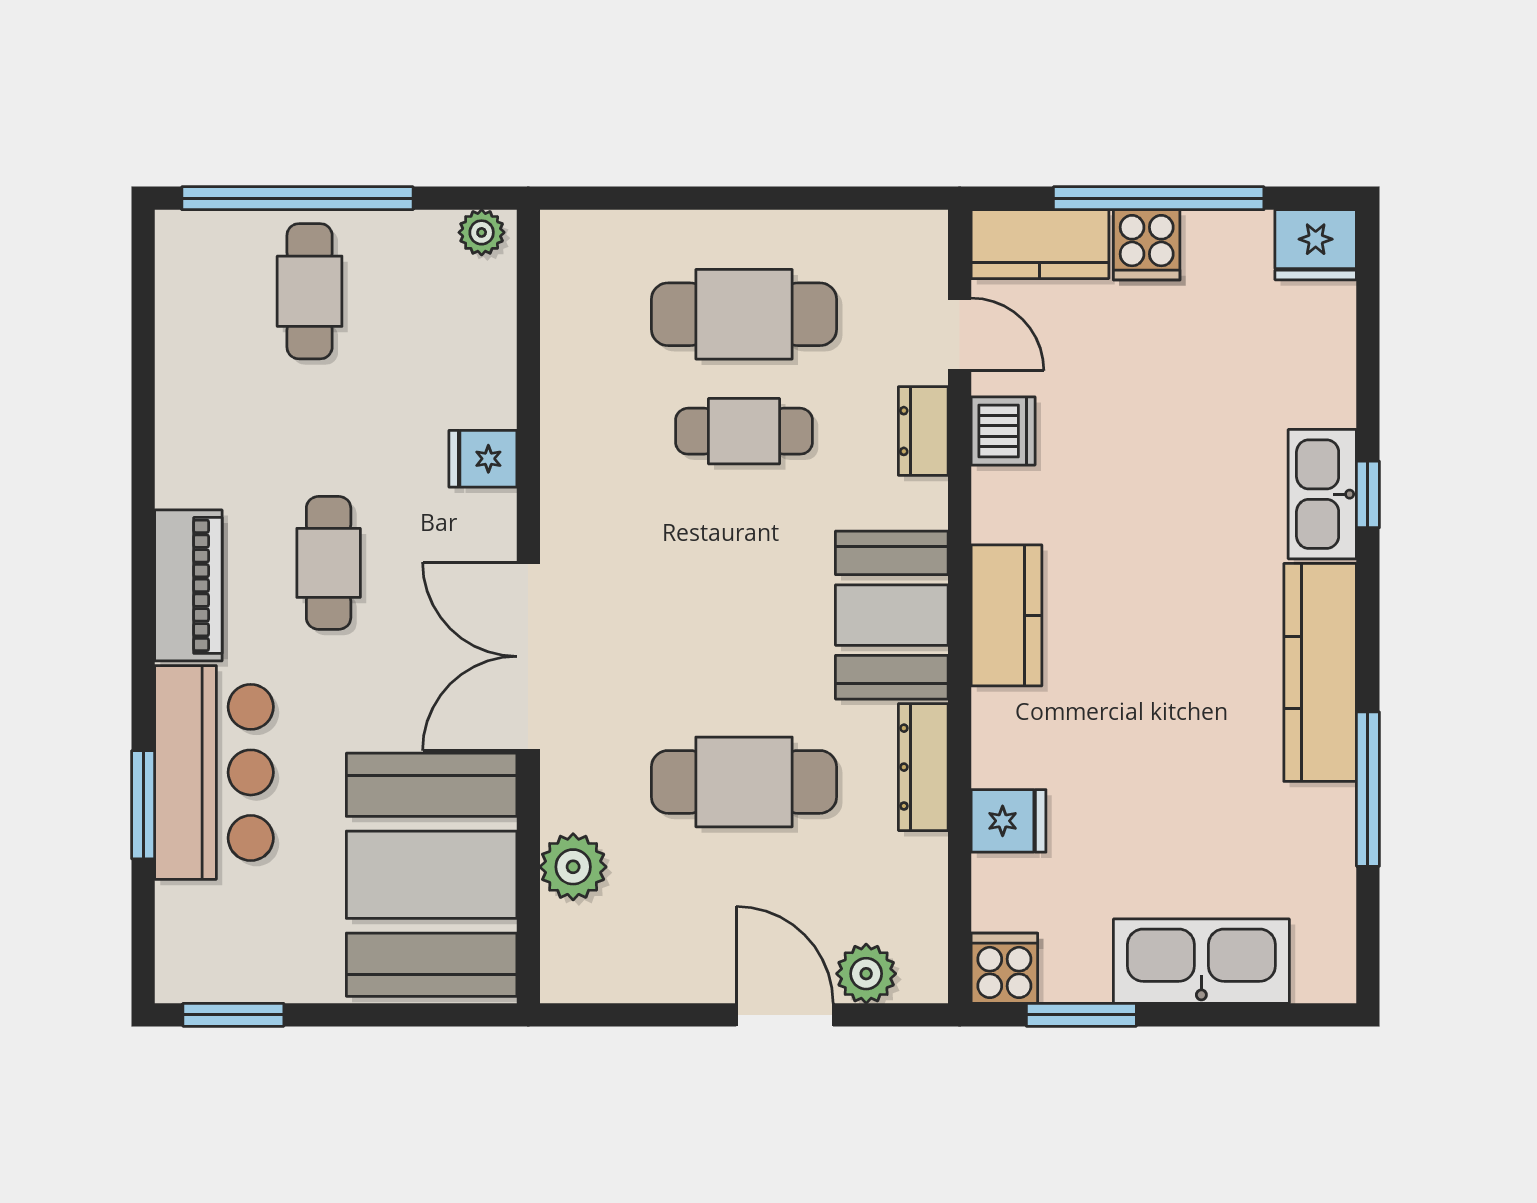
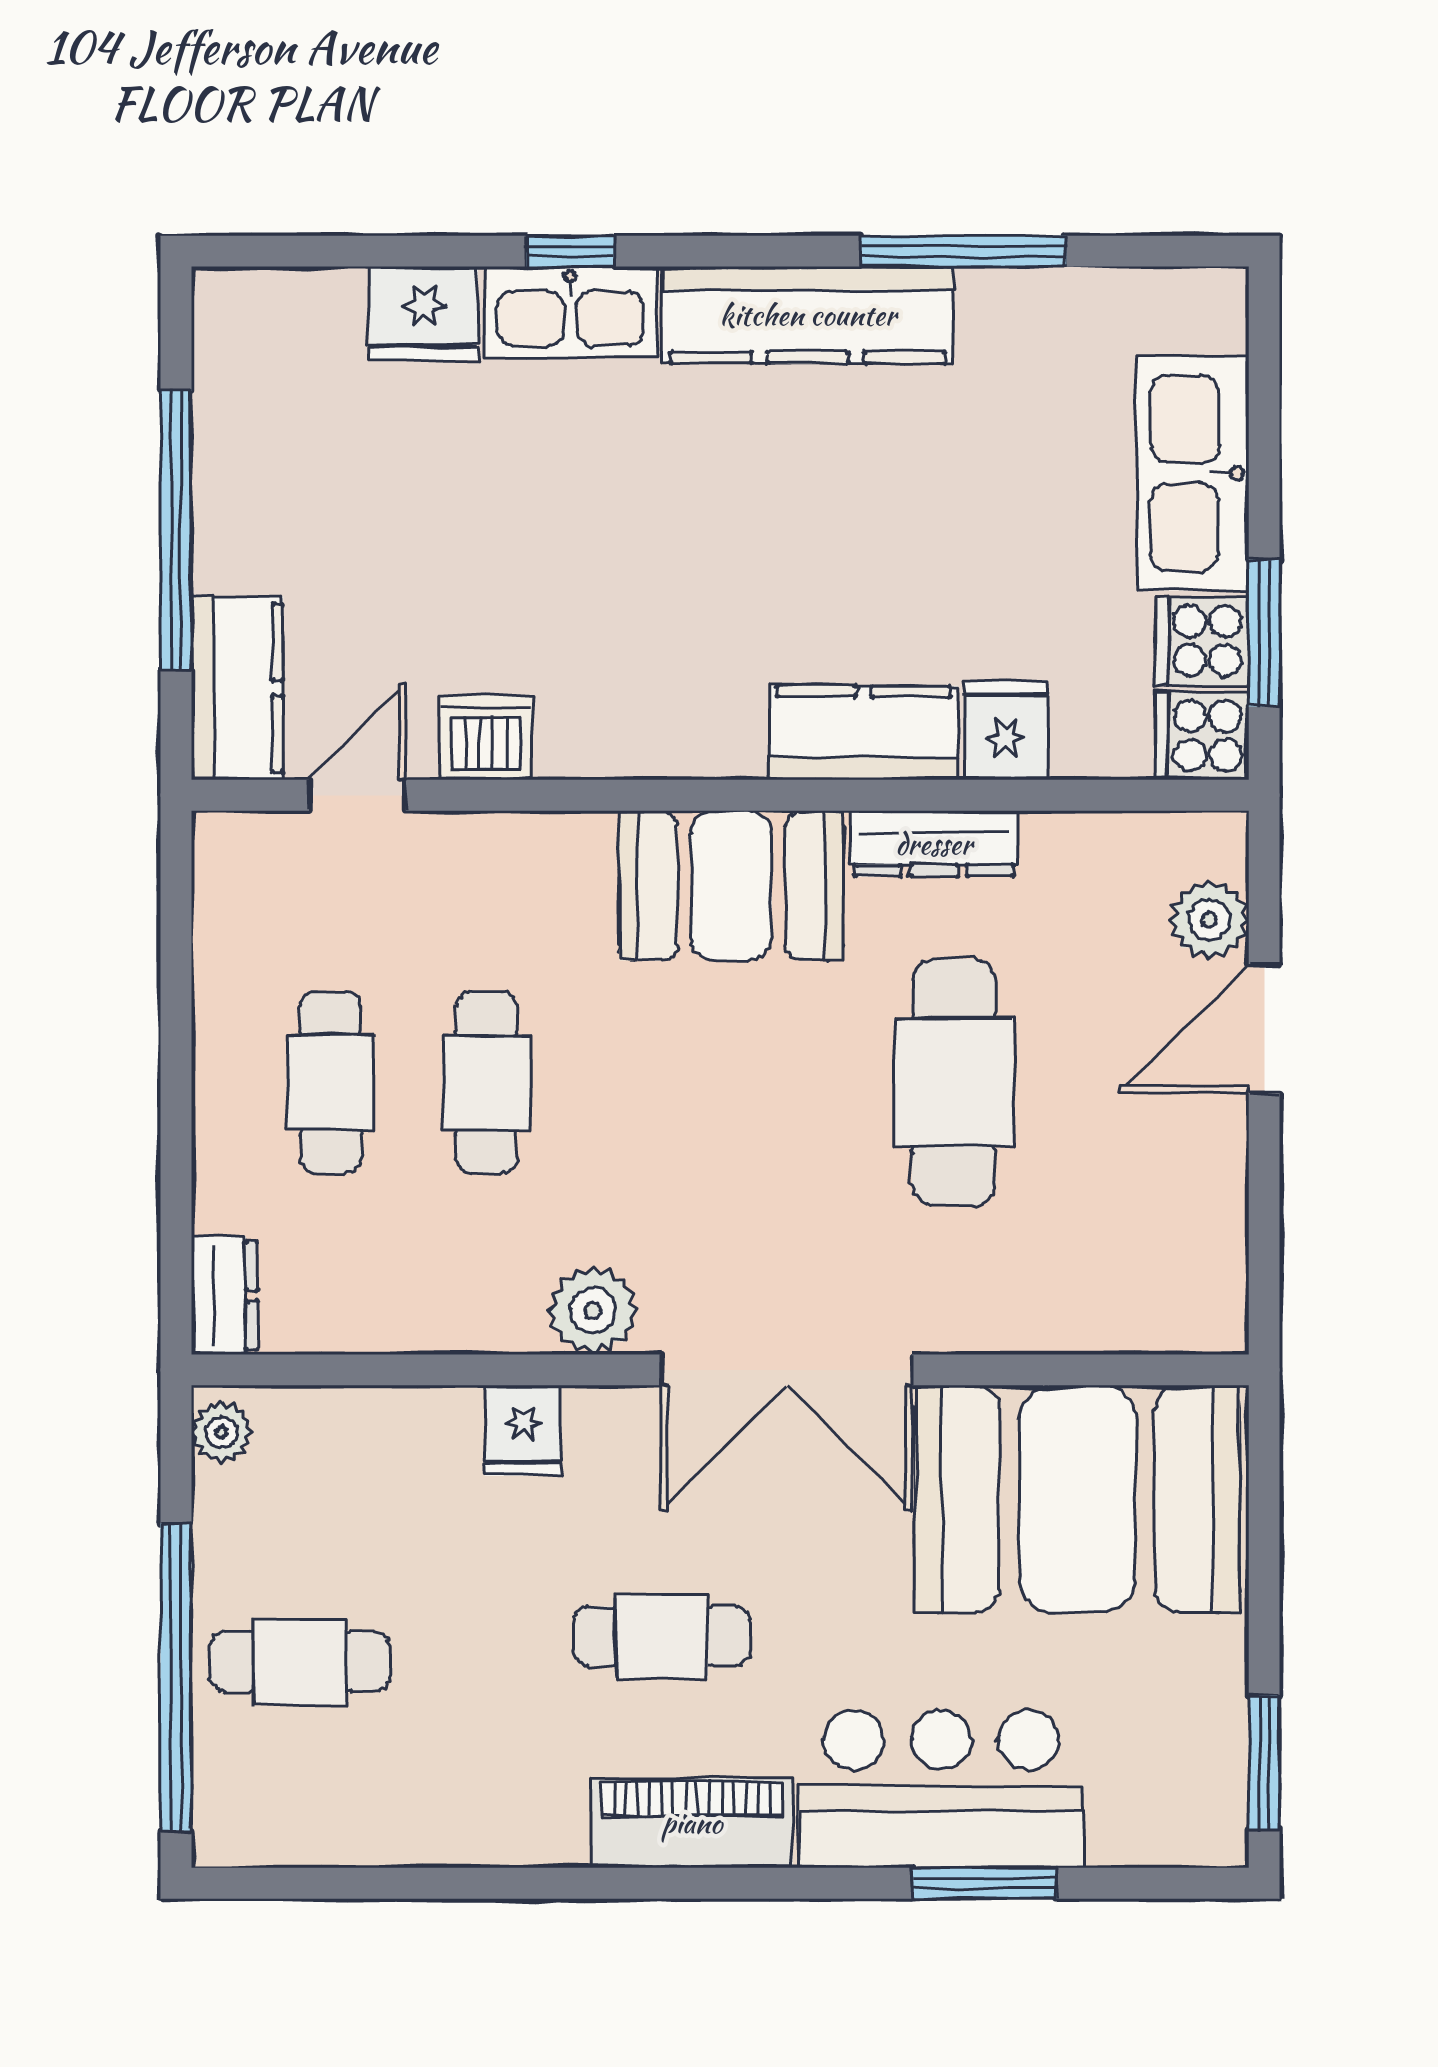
cooker: (1147, 245) -> (1202, 641), moved, turned 180
fridge: (1316, 245) -> (424, 313), moved, turned 90
cafe table: (744, 314) -> (331, 1083), width x0.73, depth x0.74
dresser: (923, 431) -> (225, 1296), moved, turned -90
kitchen counter: (1006, 615) -> (864, 733), moved
plant: (573, 867) -> (593, 1310), moved

